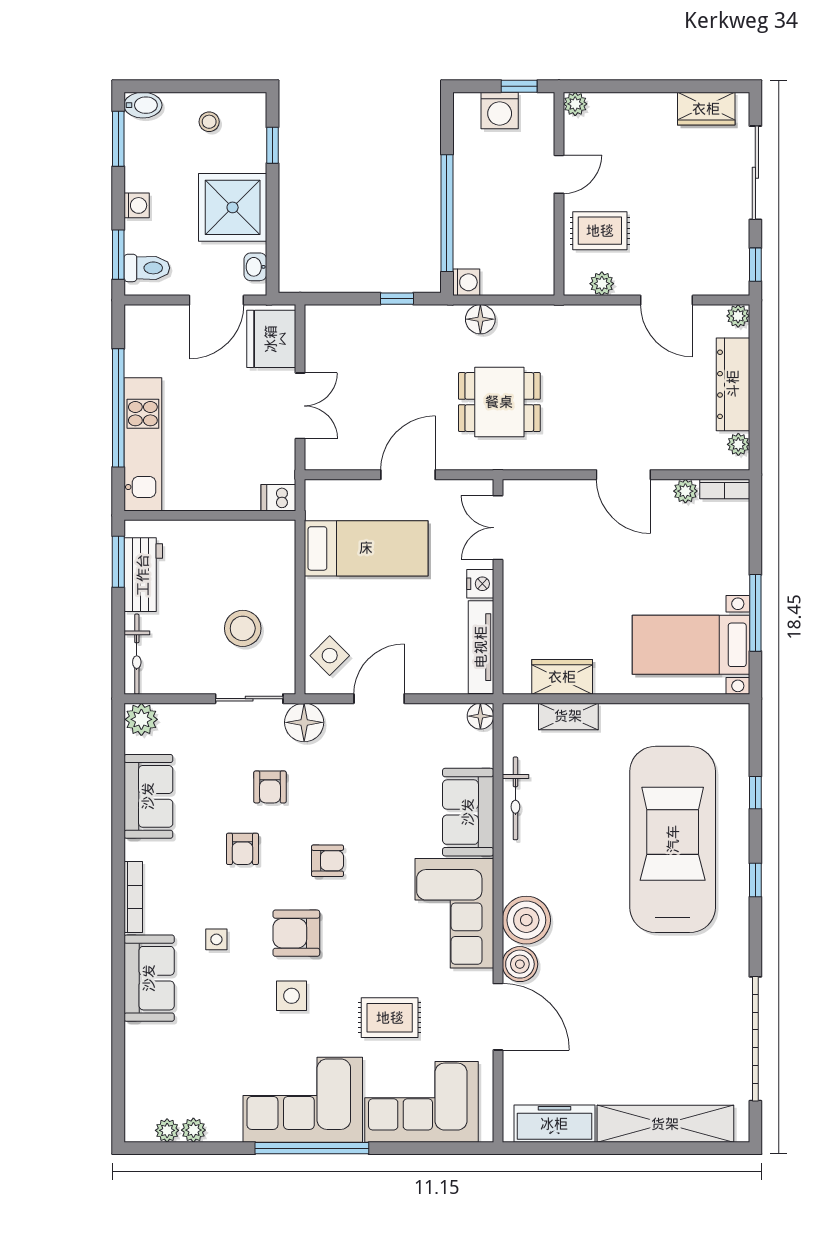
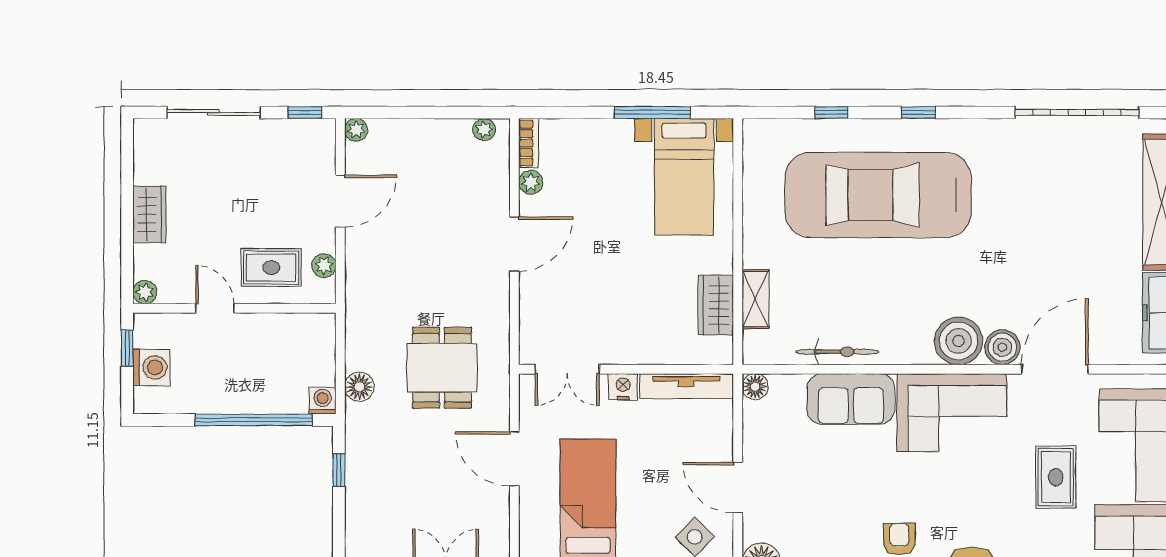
wardrobe: (706, 109) -> (149, 214), moved
rug: (600, 231) -> (271, 268), turned 90
dresser: (733, 384) -> (424, 135), removed

